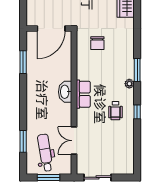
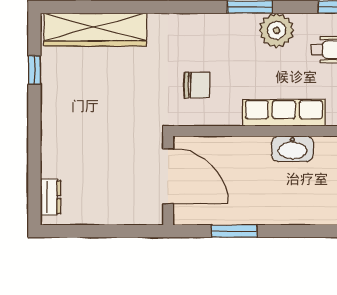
plant: (129, 84) -> (277, 30), width x1.88, depth x1.88
row of seats: (83, 94) -> (284, 113), width x1.48

